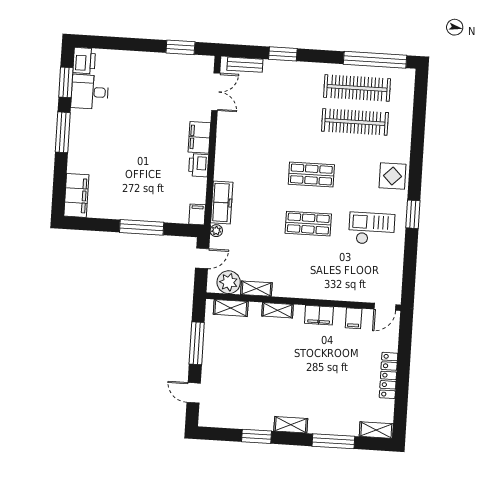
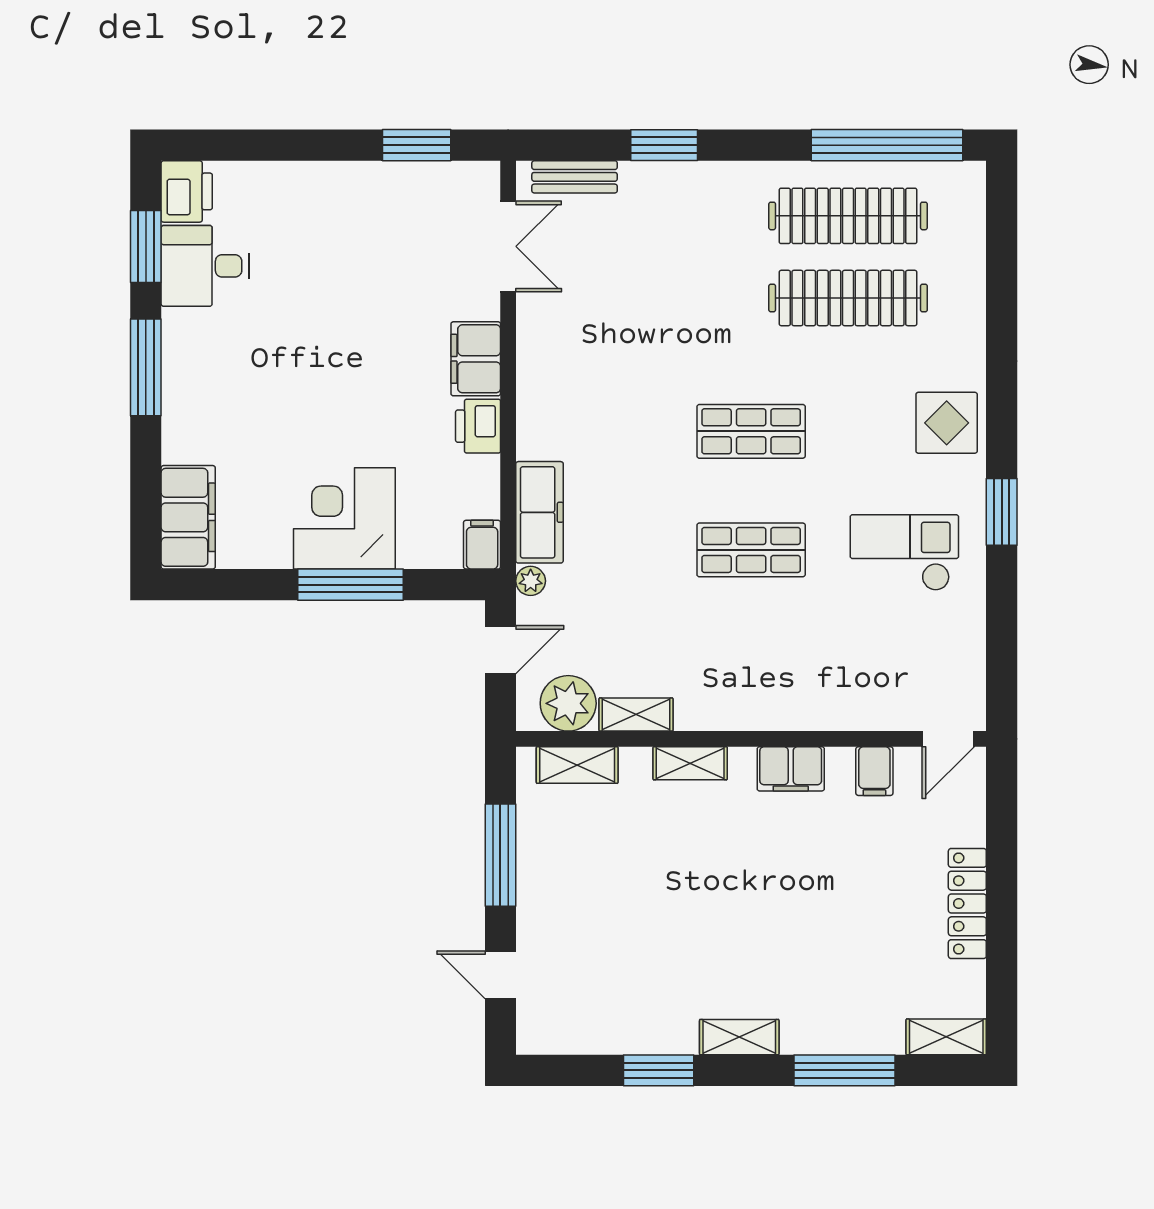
corner desk: (141, 200) -> (344, 518), added

